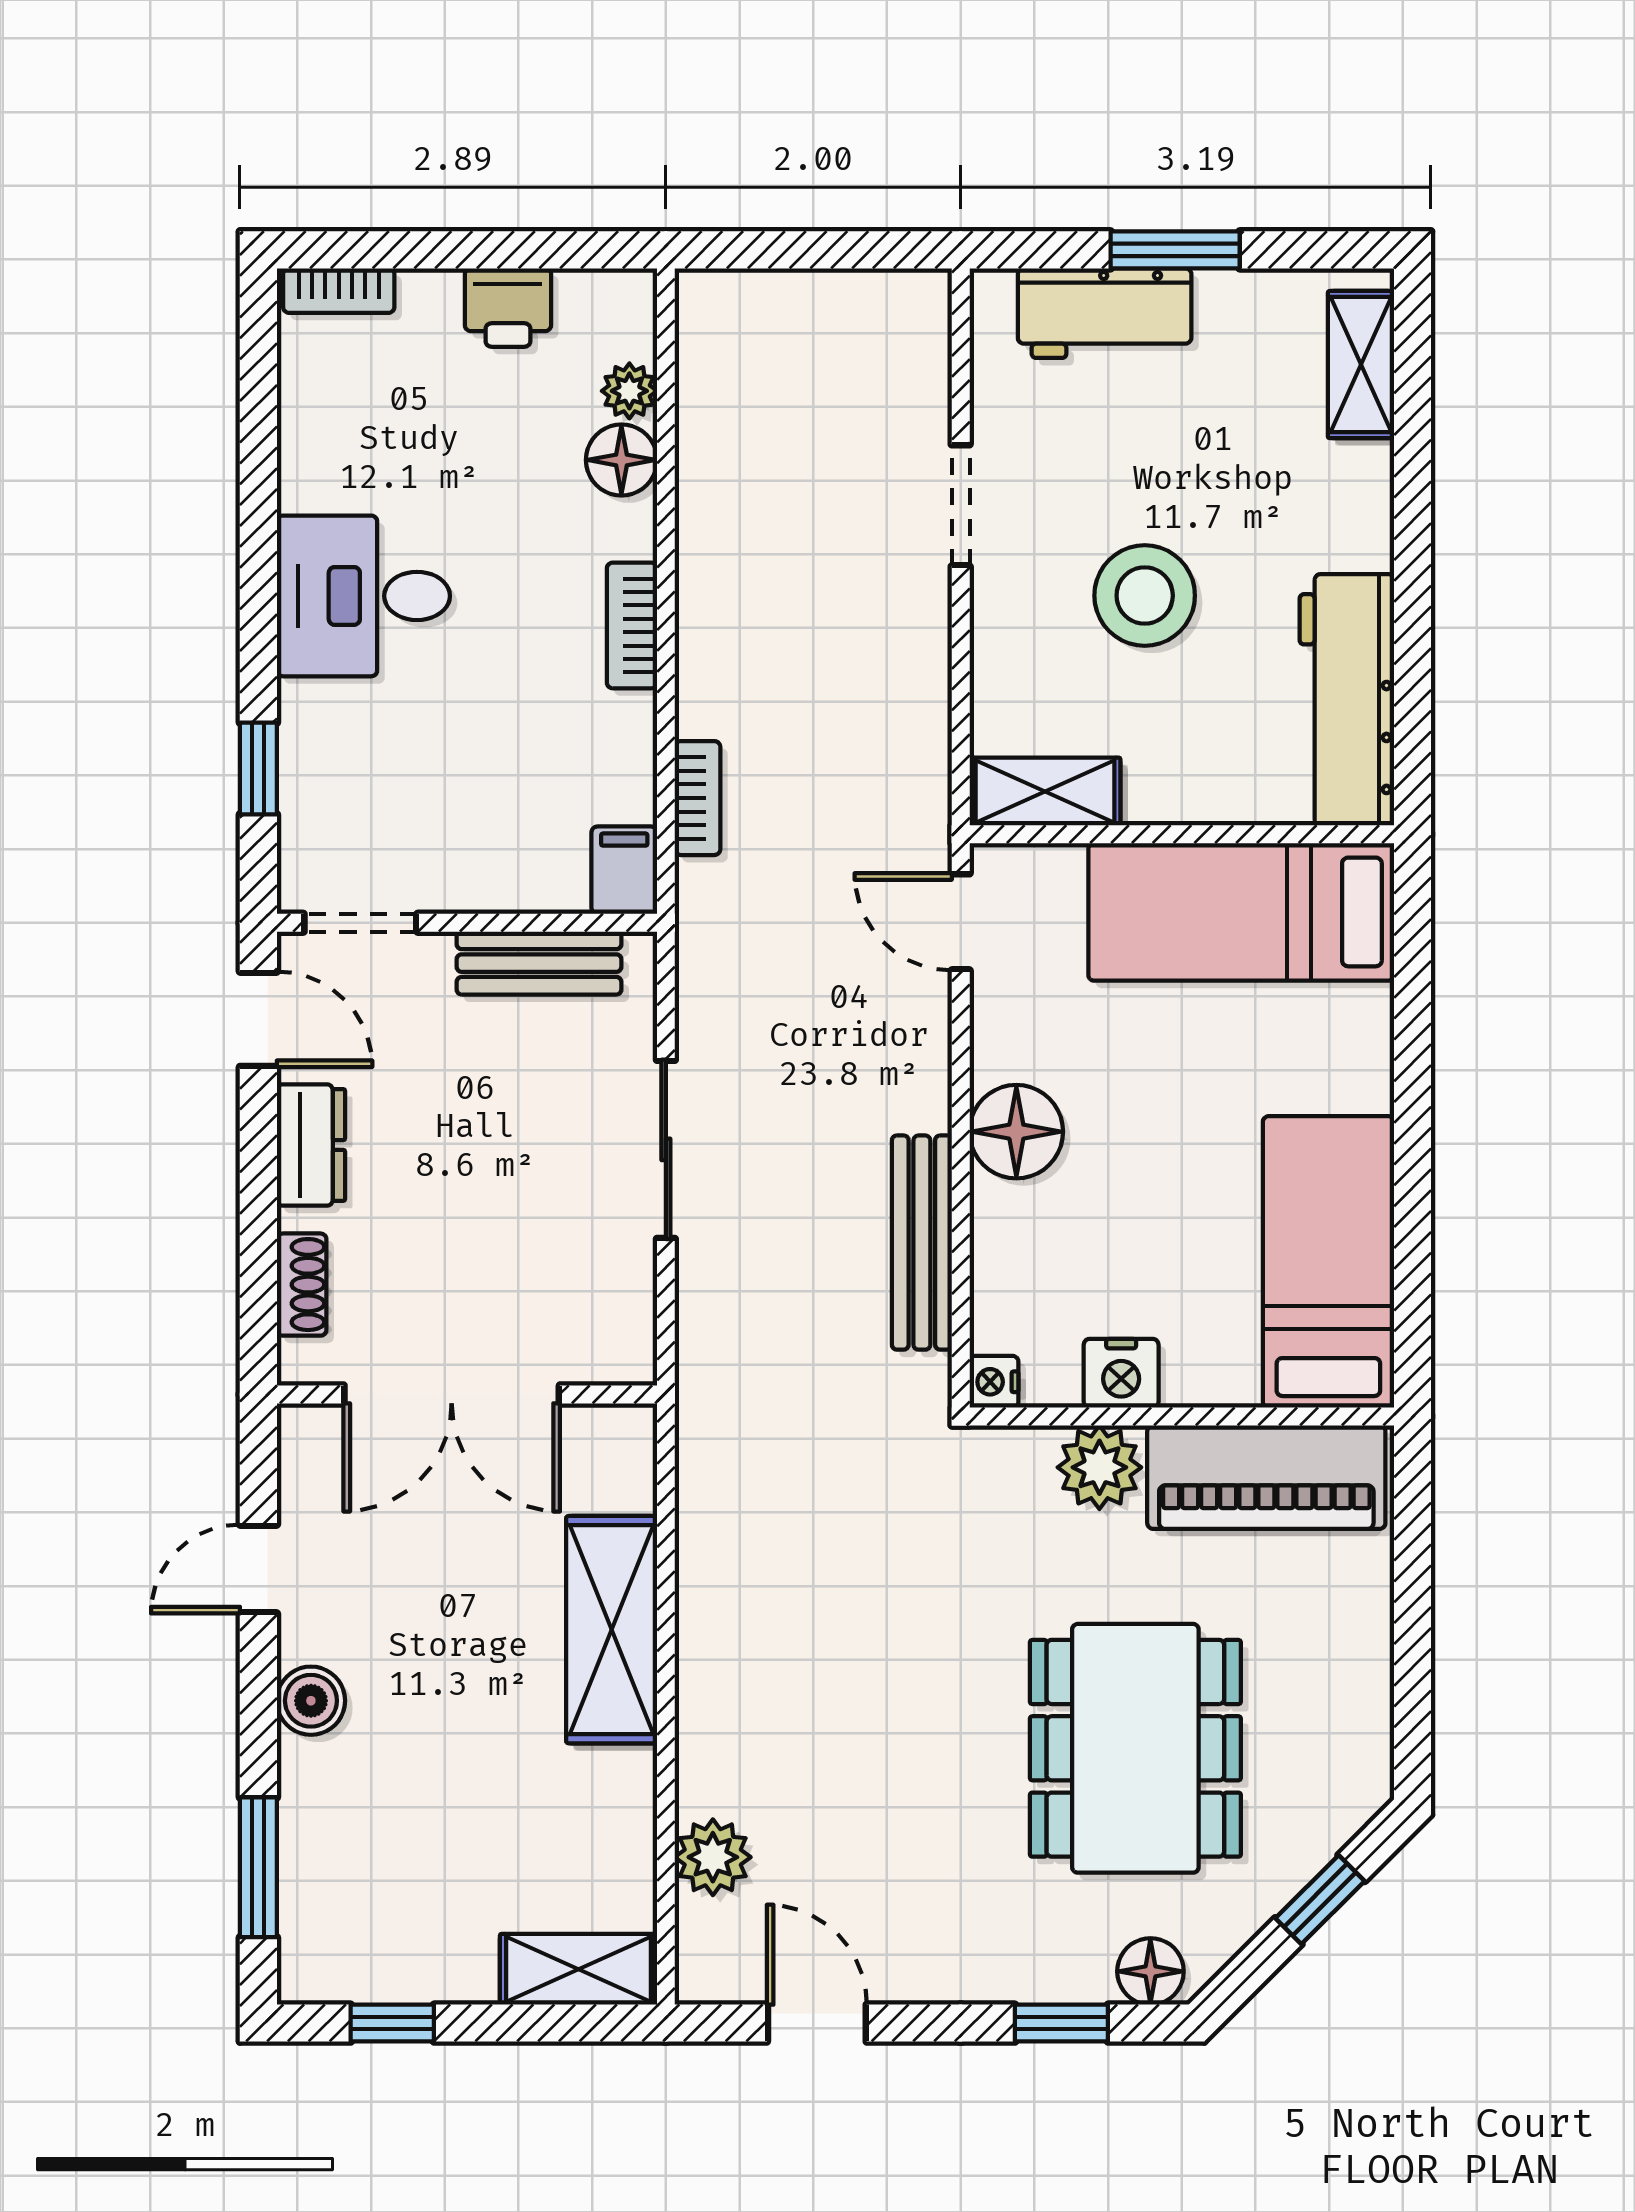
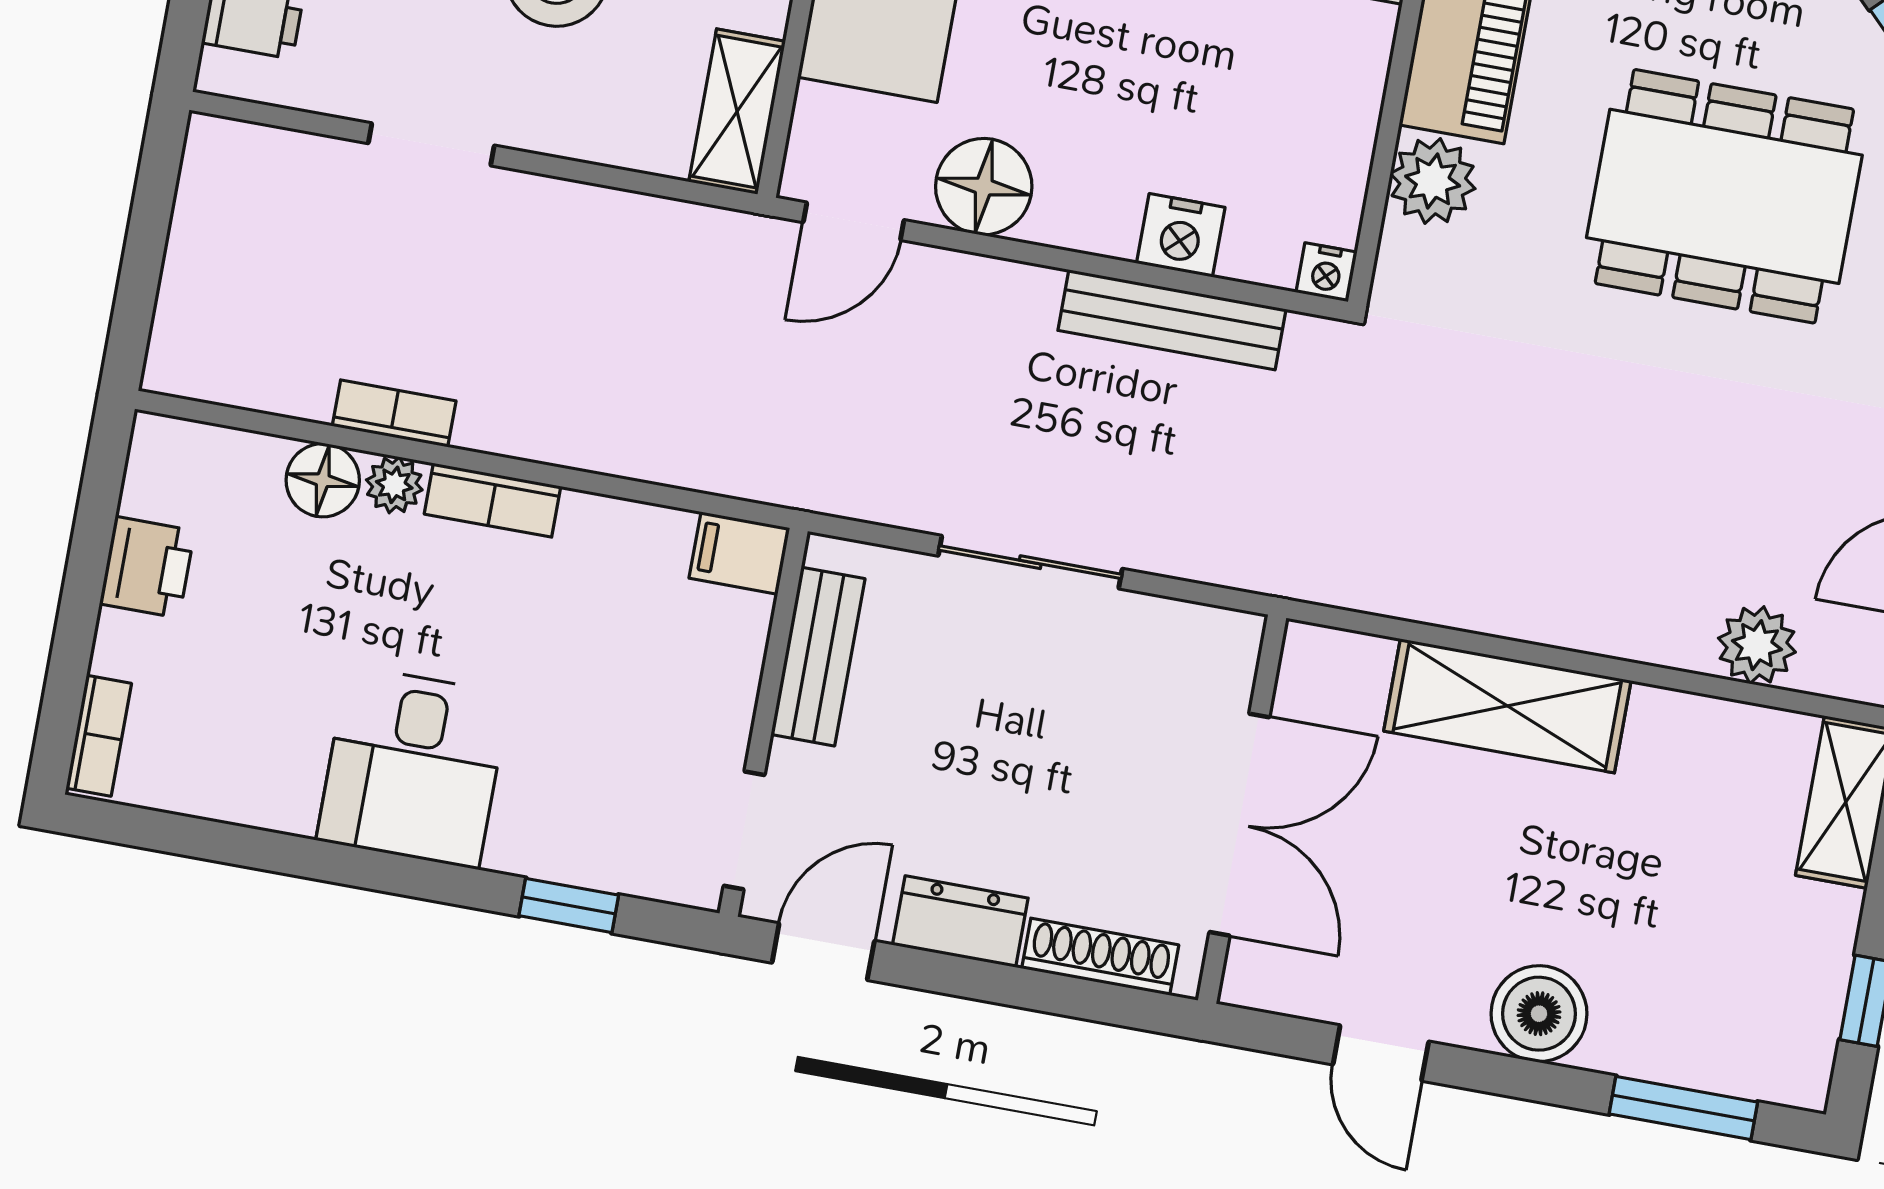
plant: (629, 391) -> (394, 485), moved
bookcase: (698, 798) -> (394, 413), moved
floor lamp: (1016, 1132) -> (984, 187), moved
shoe rack: (302, 1285) -> (1100, 957), width x1.43
nightstand: (1121, 1373) -> (1181, 235), moved, turned 90
boiler: (311, 1701) -> (1539, 1014), width x1.36, depth x1.36

